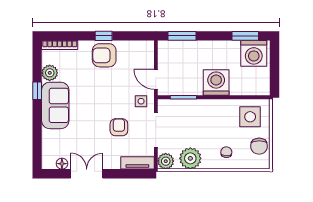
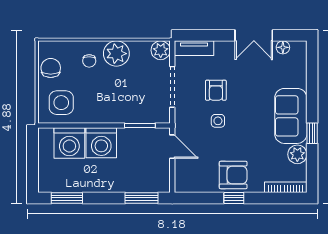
washing machine: (254, 53) -> (69, 143), moved, turned 180
side table: (141, 101) -> (218, 121), moved
plant: (190, 158) -> (116, 54), moved

